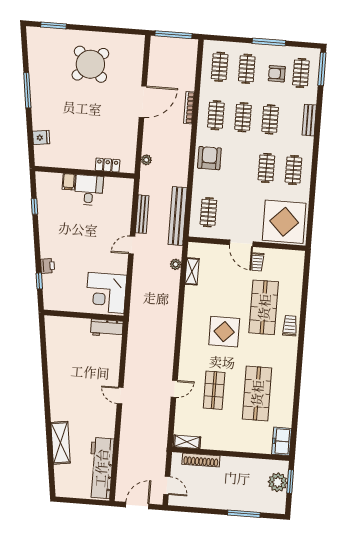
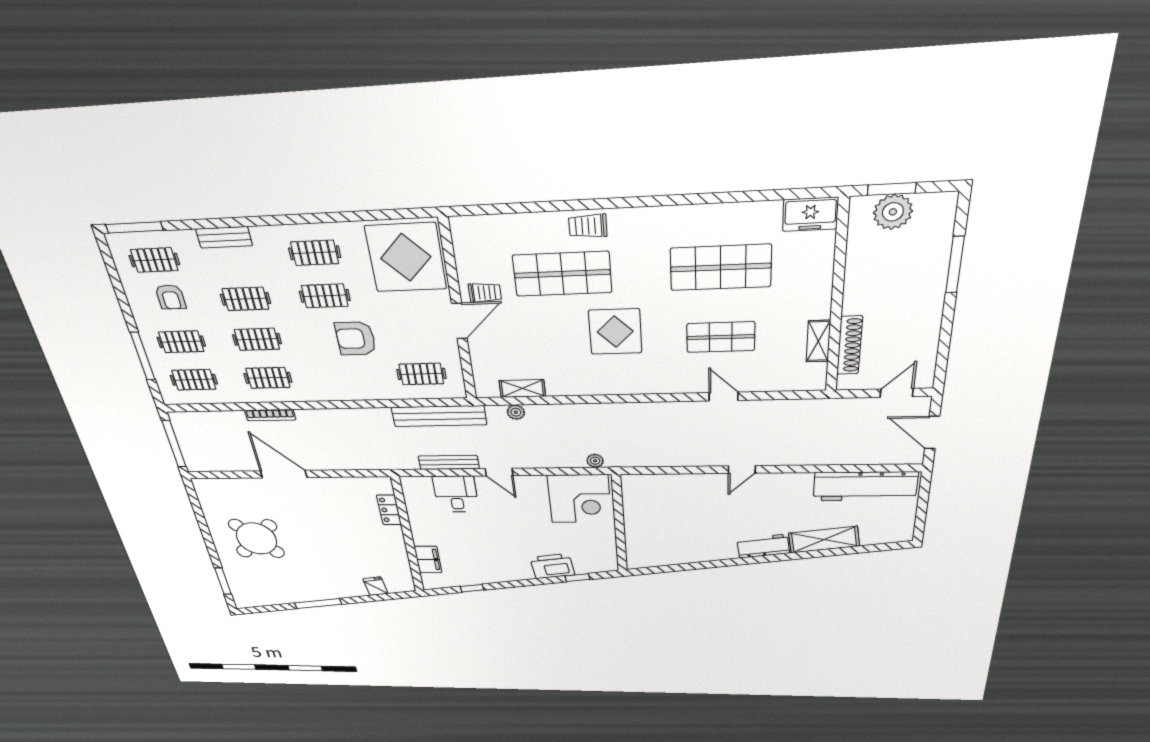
window: (269, 42) -> (143, 356), moved
armchair: (209, 158) -> (356, 338), moved
plant: (146, 160) -> (595, 461), moved
filing cabinet: (69, 182) -> (428, 559), width x2.00
desk: (89, 190) -> (456, 494), moved, turned 90
printer: (48, 266) -> (552, 566), width x1.87, depth x1.48
workbench: (107, 328) -> (763, 546), moved, turned -98
shelving: (187, 442) -> (818, 341), moved

